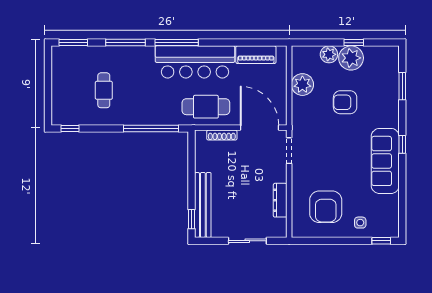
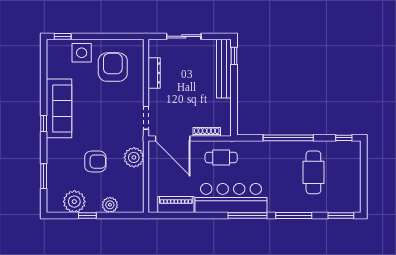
plant: (351, 58) -> (74, 202), moved
plant: (302, 85) -> (134, 157), moved
cafe table: (104, 90) -> (313, 172), width x1.37, depth x1.35
cafe table: (206, 107) -> (221, 158), width x0.73, depth x0.74
window: (151, 128) -> (288, 138), moved
side table: (360, 223) -> (82, 53), width x1.87, depth x1.87

